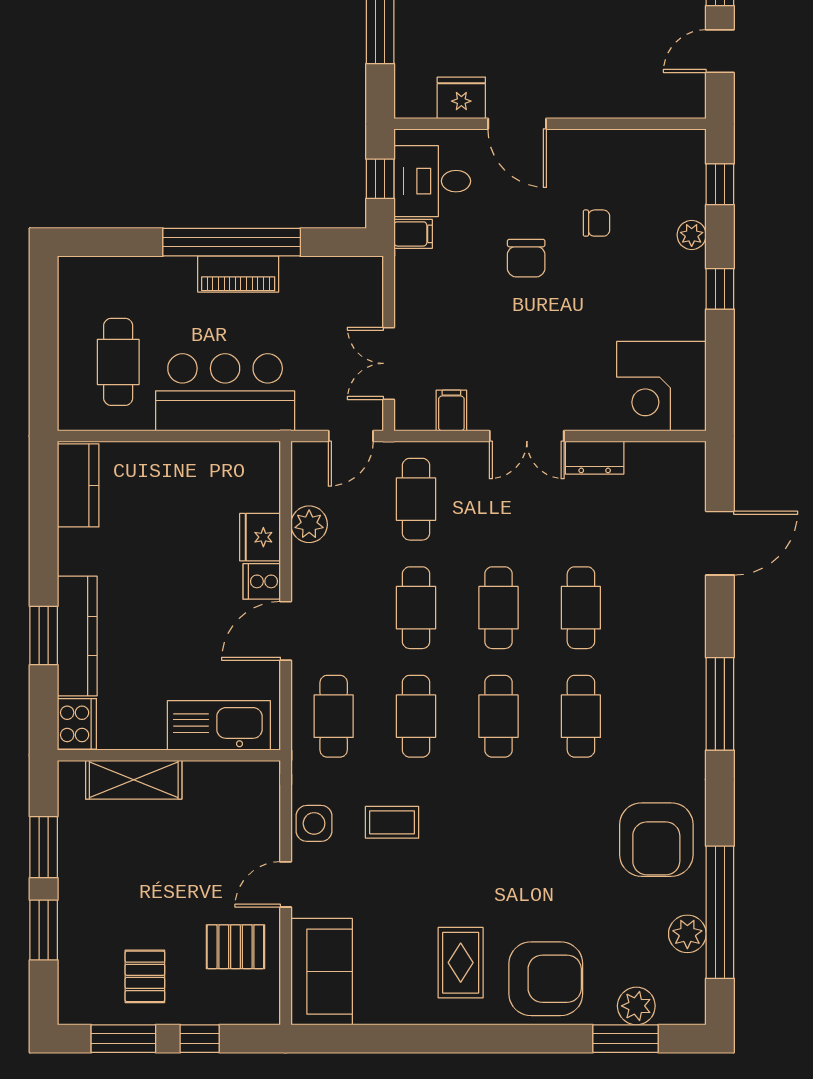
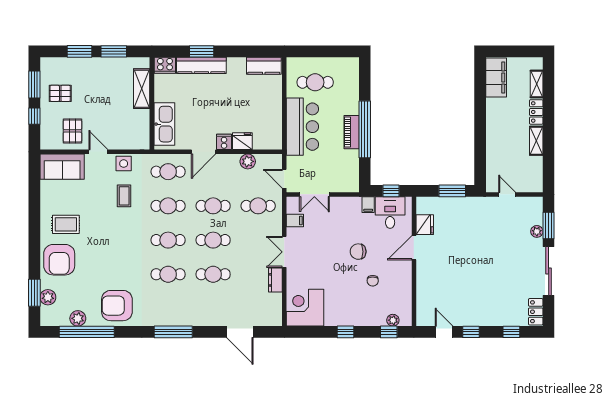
plant: (692, 235) -> (393, 320), moved
double door: (389, 363) -> (314, 194), swing flipped
door: (286, 631) -> (204, 152), swing flipped

